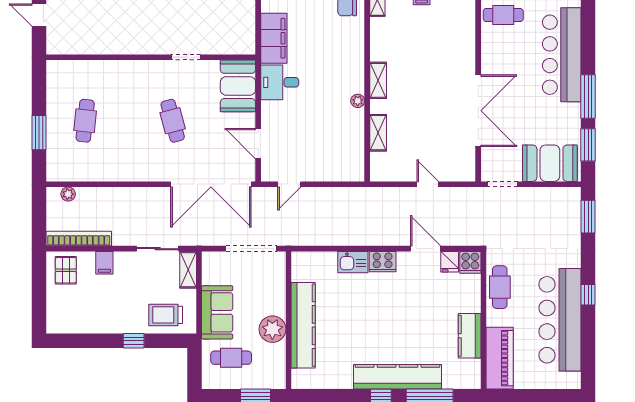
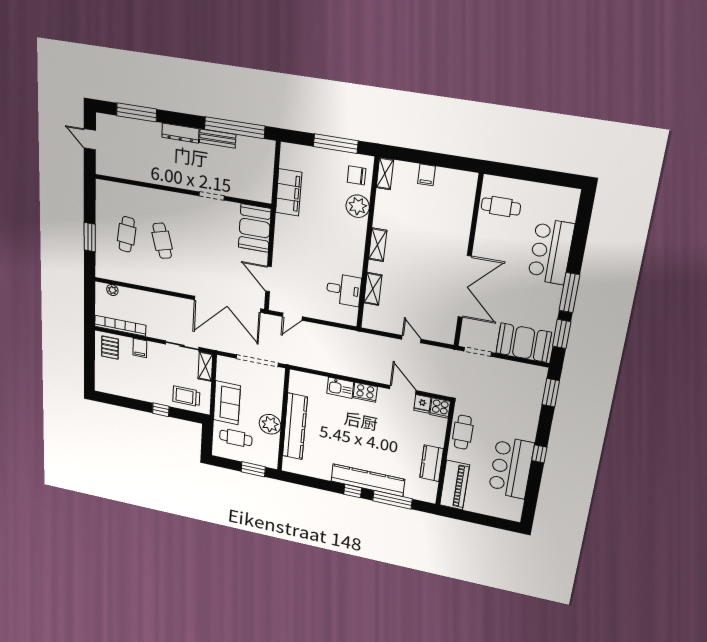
bar counter: (562, 55) -> (551, 252), width x0.73
desk: (280, 82) -> (344, 290), moved, turned 180
plant: (358, 101) -> (358, 206), moved, width x1.88, depth x1.88
cafe table: (173, 121) -> (162, 241), moved
bar counter: (560, 320) -> (511, 468), width x0.73

